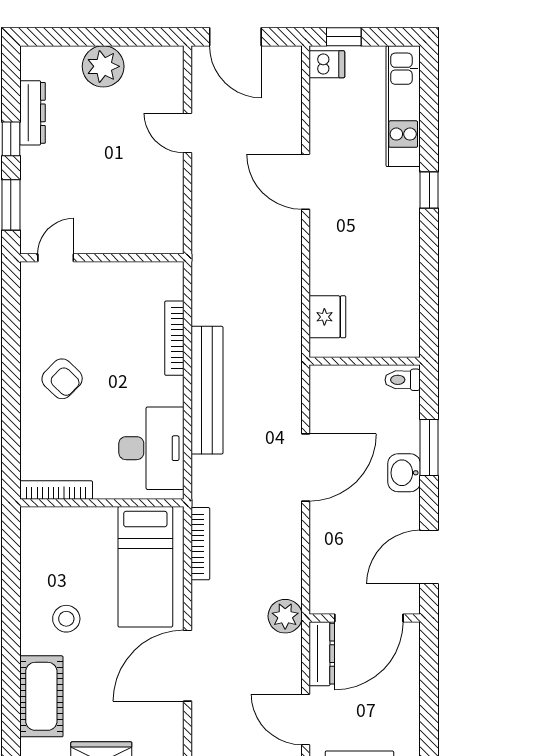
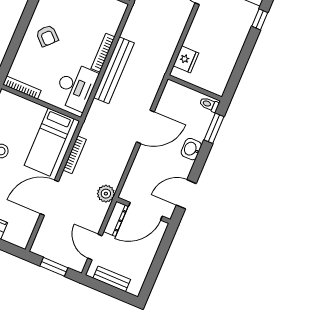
bookcase: (174, 338) -> (103, 53), moved
window: (429, 447) -> (214, 128), moved
bookcase: (200, 544) -> (75, 155), moved

